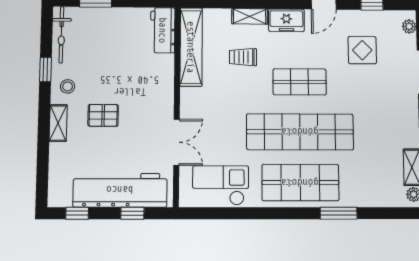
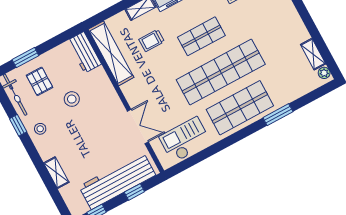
stool: (121, 73) -> (72, 99), added
pallet: (103, 115) -> (40, 81), moved, turned 90
shelving: (58, 123) -> (56, 173), moved

